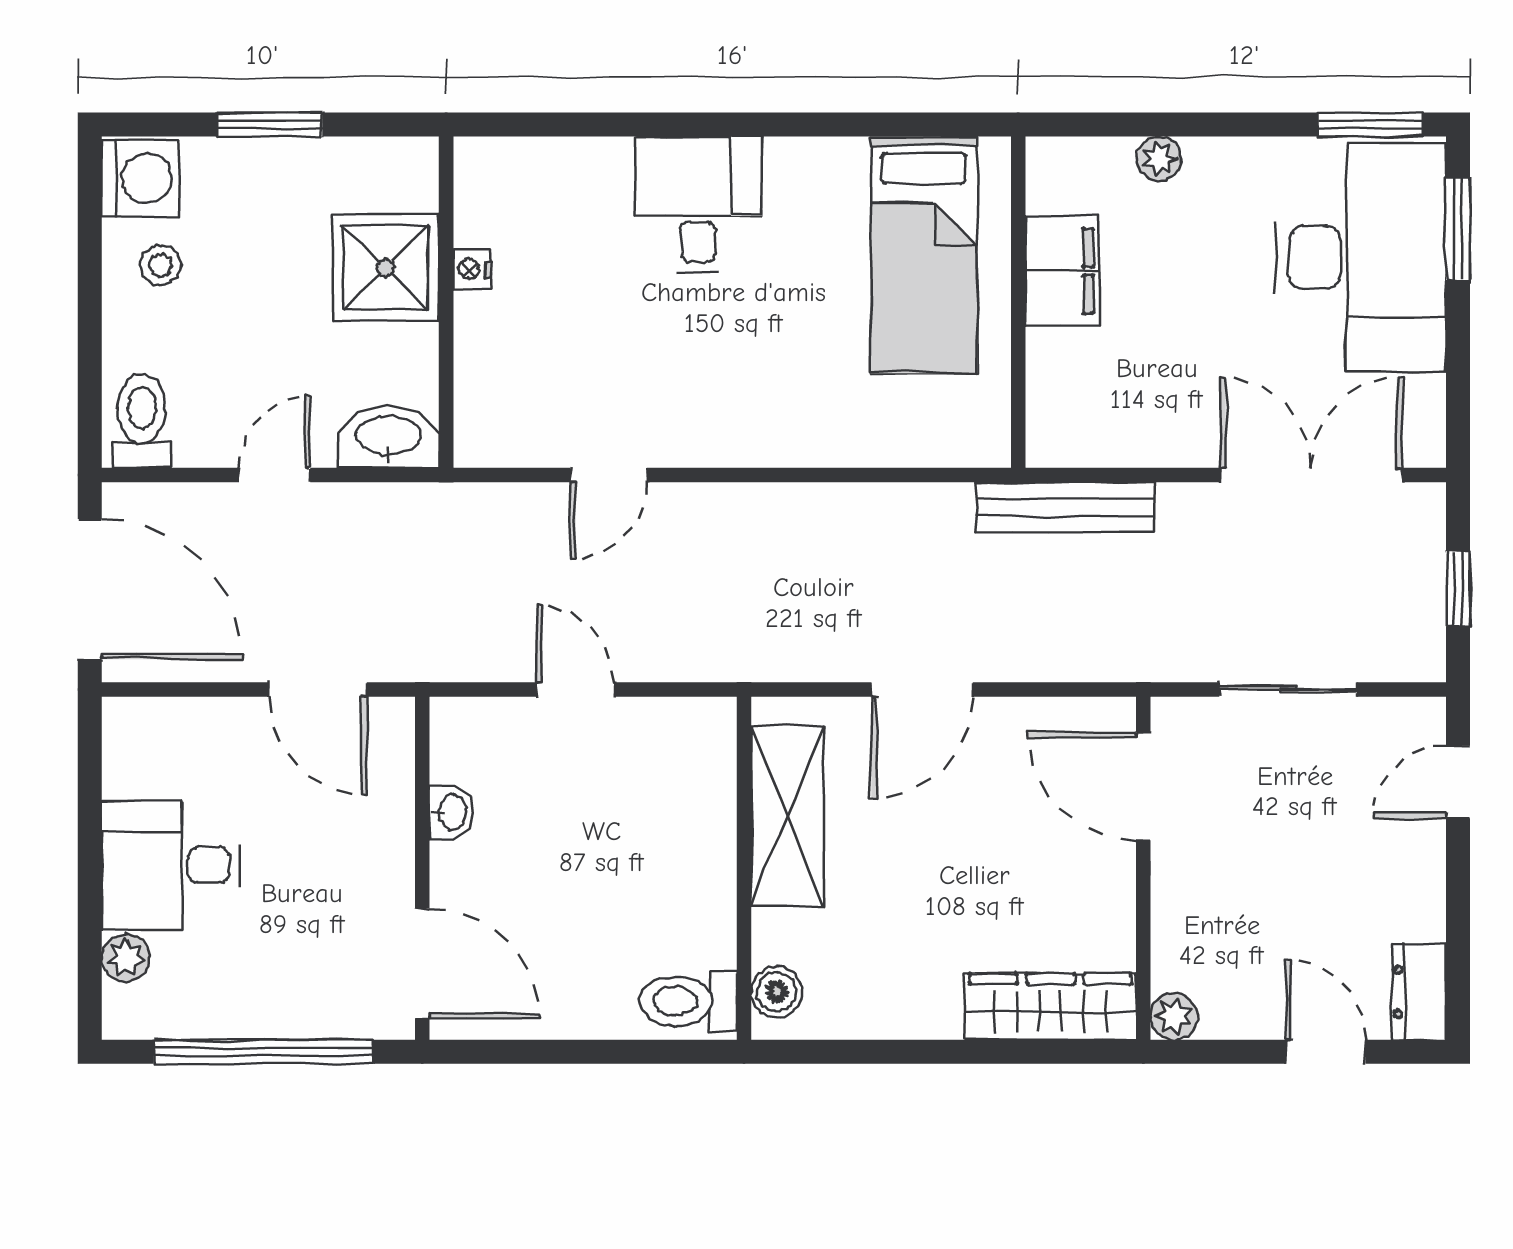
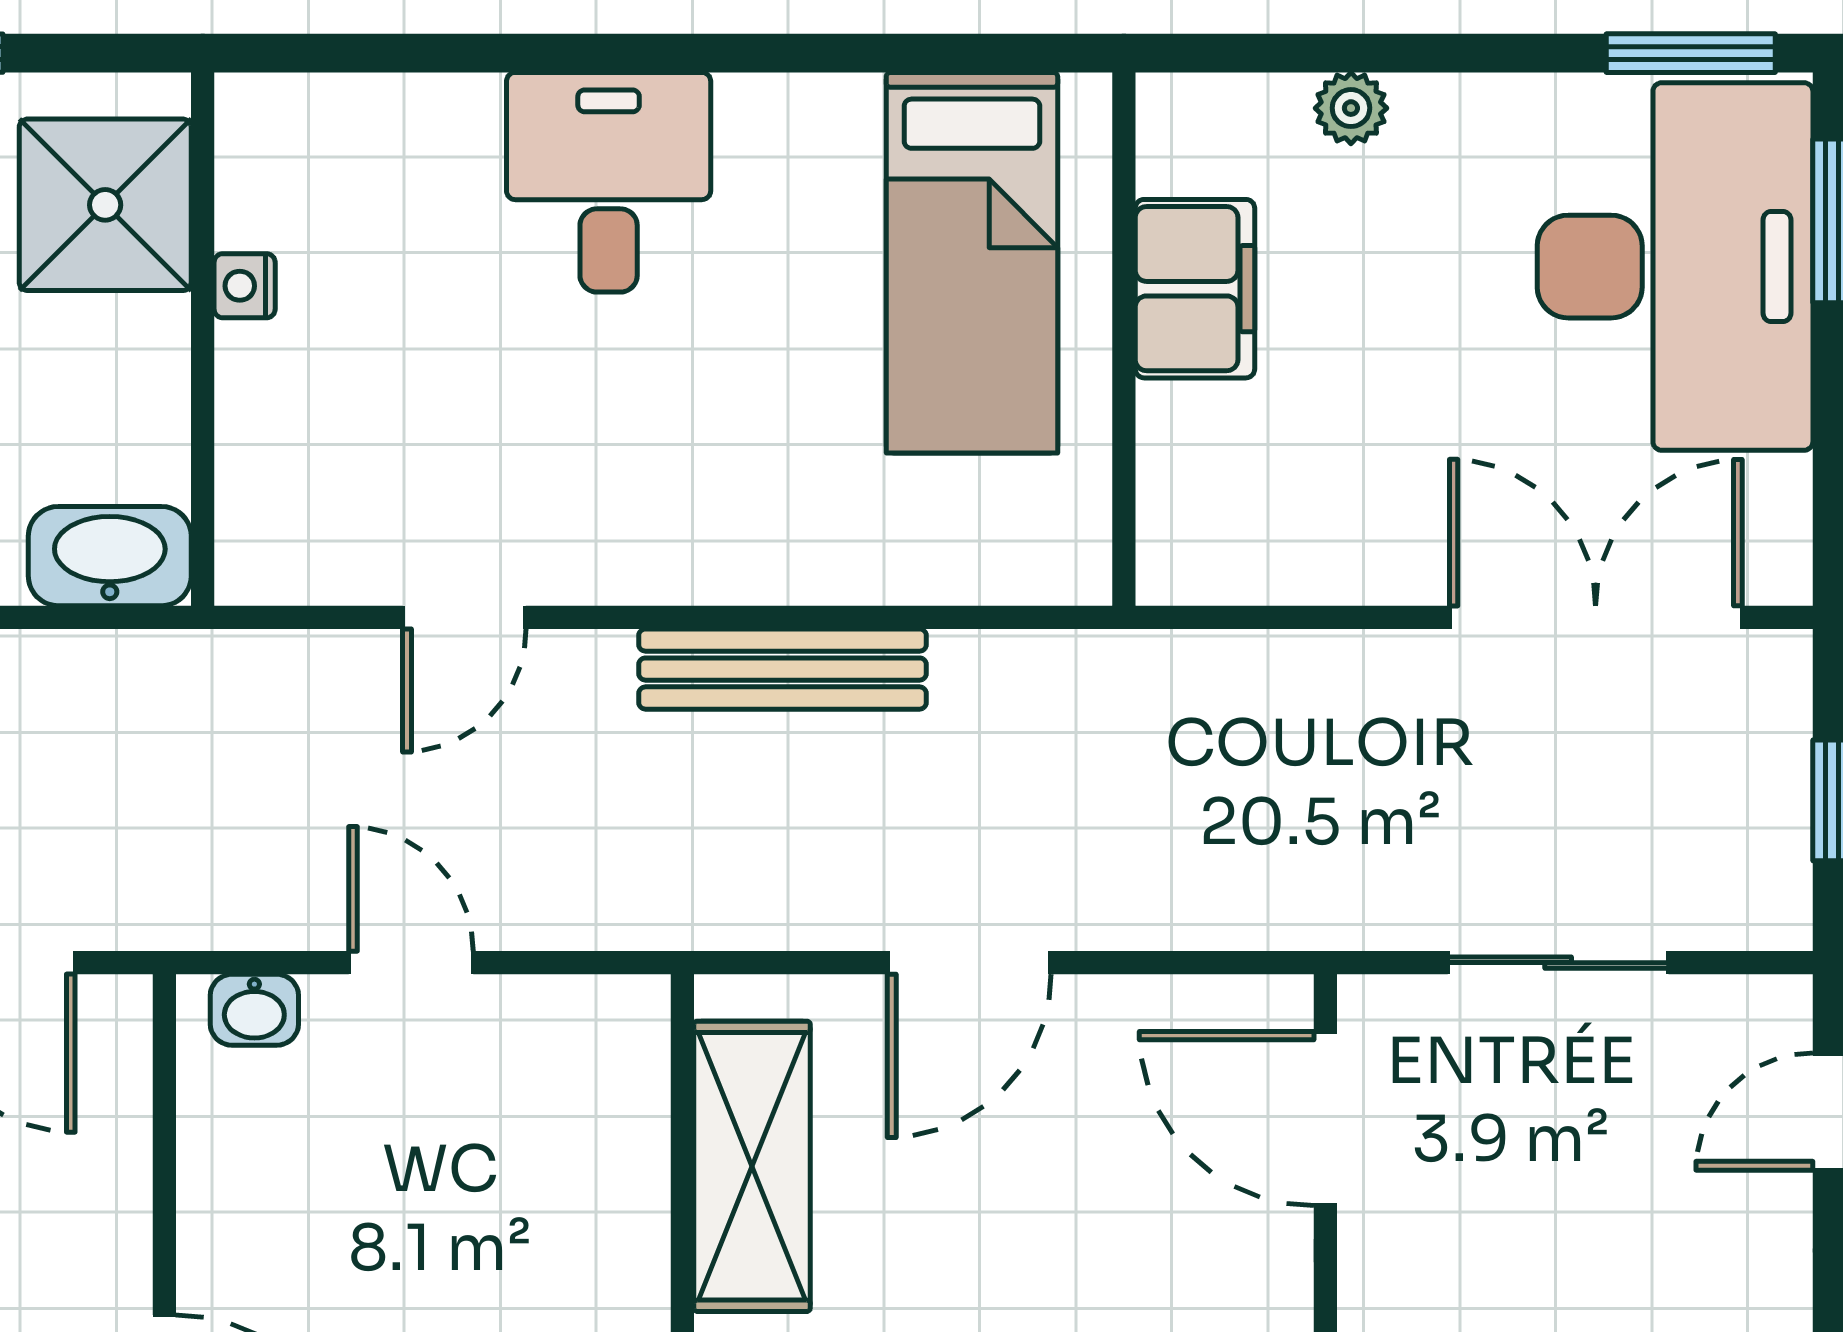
shower: (386, 268) -> (105, 205), moved
bench: (1065, 507) -> (783, 669), moved
washbasin: (451, 812) -> (254, 1010), moved, turned 90

